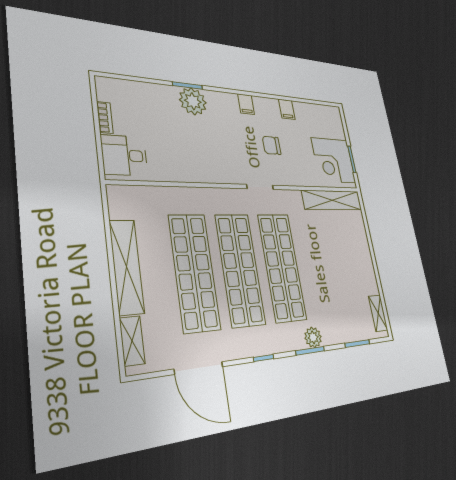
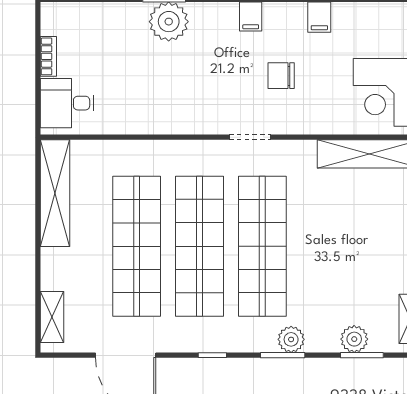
shelving: (127, 267) -> (55, 193), moved
plant: (351, 332) -> (354, 339), added

